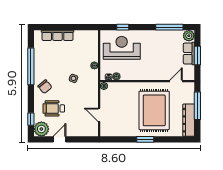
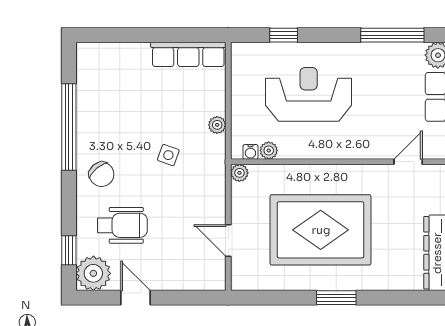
row of seats: (58, 35) -> (188, 54), moved
reception desk: (122, 48) -> (309, 94), moved
wheelchair: (54, 108) -> (122, 225), turned 180
rug: (154, 110) -> (321, 230), moved, turned 90
door: (59, 139) -> (135, 298), hinge flipped

